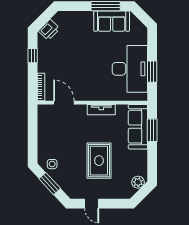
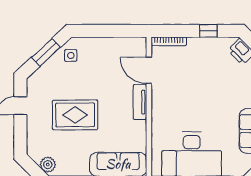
door: (64, 103) -> (149, 70), swing flipped
tv unit: (101, 110) -> (140, 102), moved

